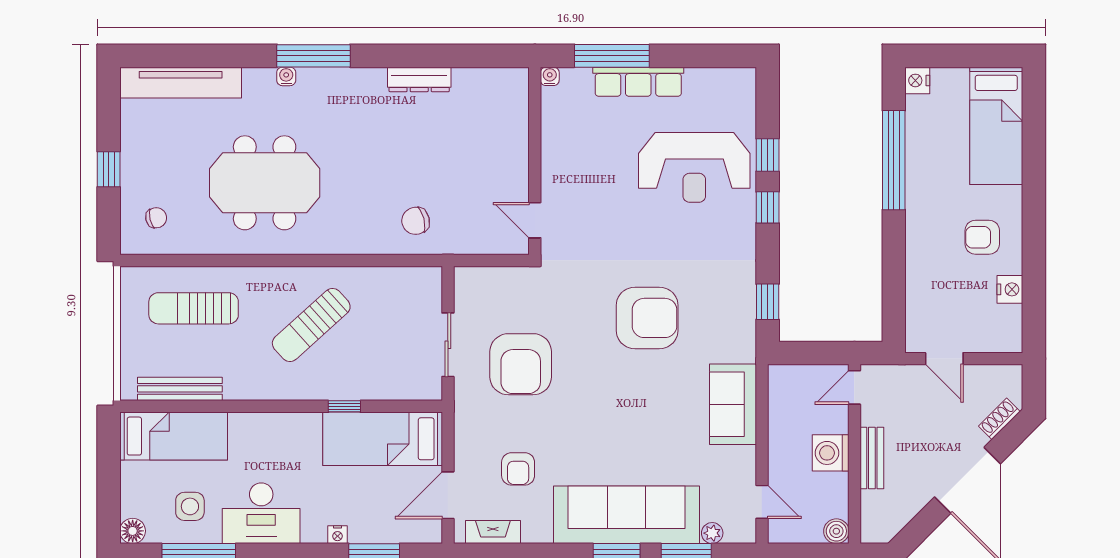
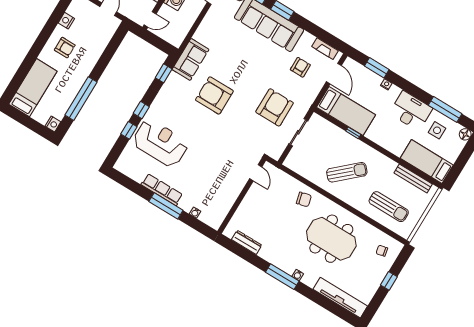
wall: (535, 161) -> (242, 196), moved
door: (535, 220) -> (256, 173), moved
chair: (416, 221) -> (304, 199), moved
sofa: (733, 404) -> (190, 59), moved
door: (448, 495) -> (334, 74), hinge flipped

